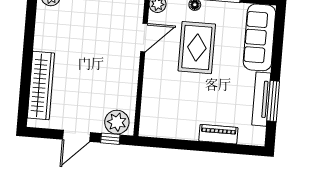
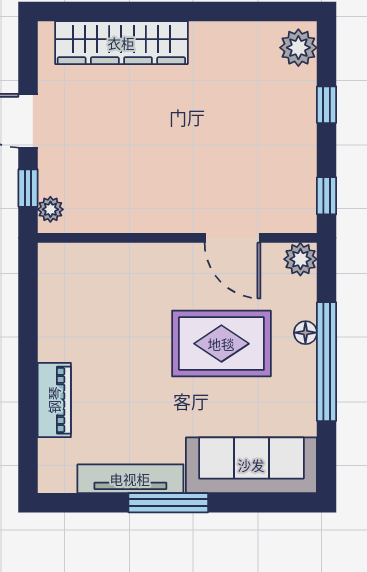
window: (273, 101) -> (168, 503), moved
plant: (117, 122) -> (50, 209), width x0.53, depth x0.53

